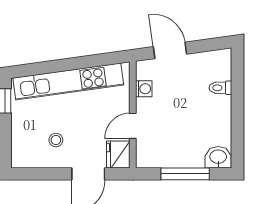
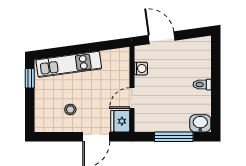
kitchen unit: (68, 82) -> (69, 64), width x0.73
toilet: (220, 88) -> (202, 85), moved

